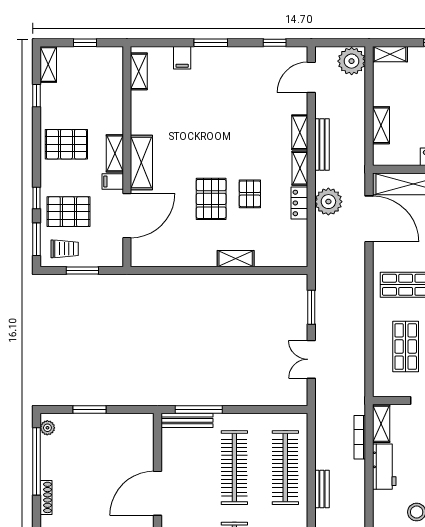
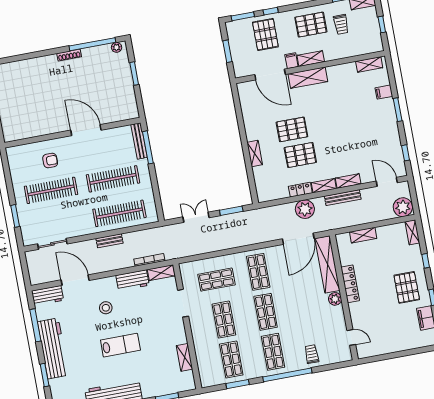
pallet: (66, 144) -> (311, 25), turned 90
pallet: (250, 194) -> (300, 155), width x1.50, depth x1.42
trolley: (65, 249) -> (341, 24), moved

